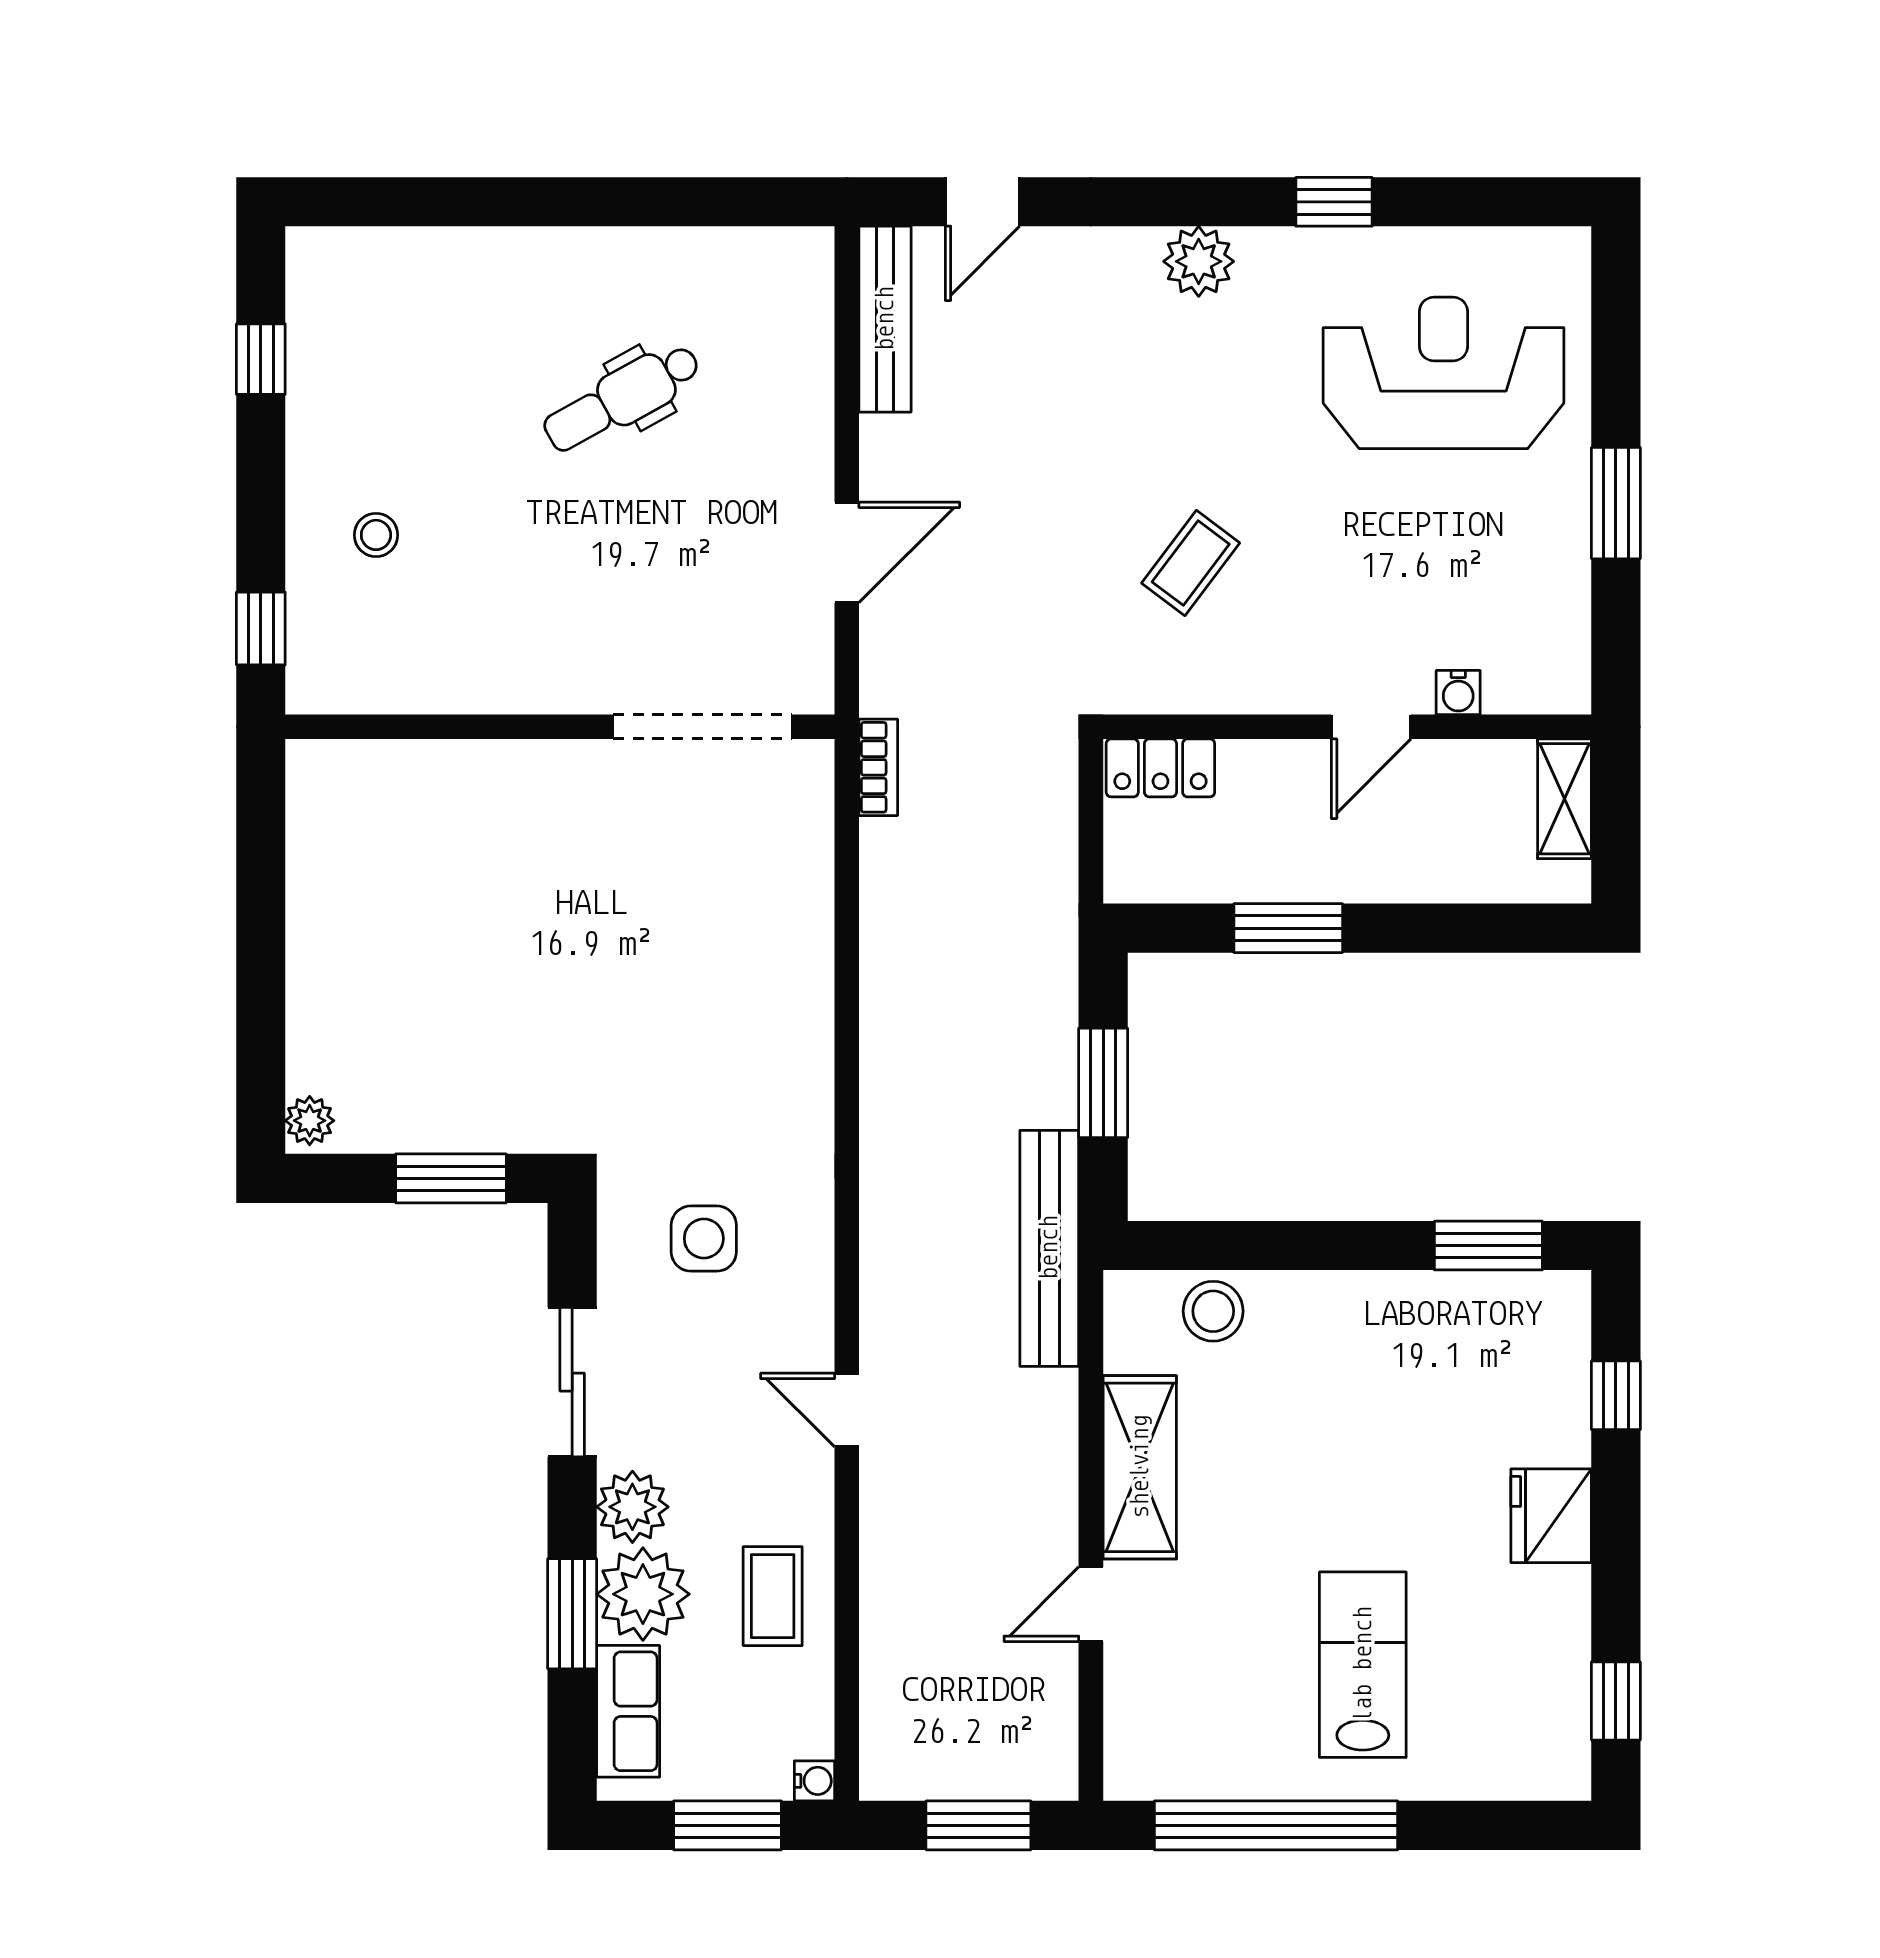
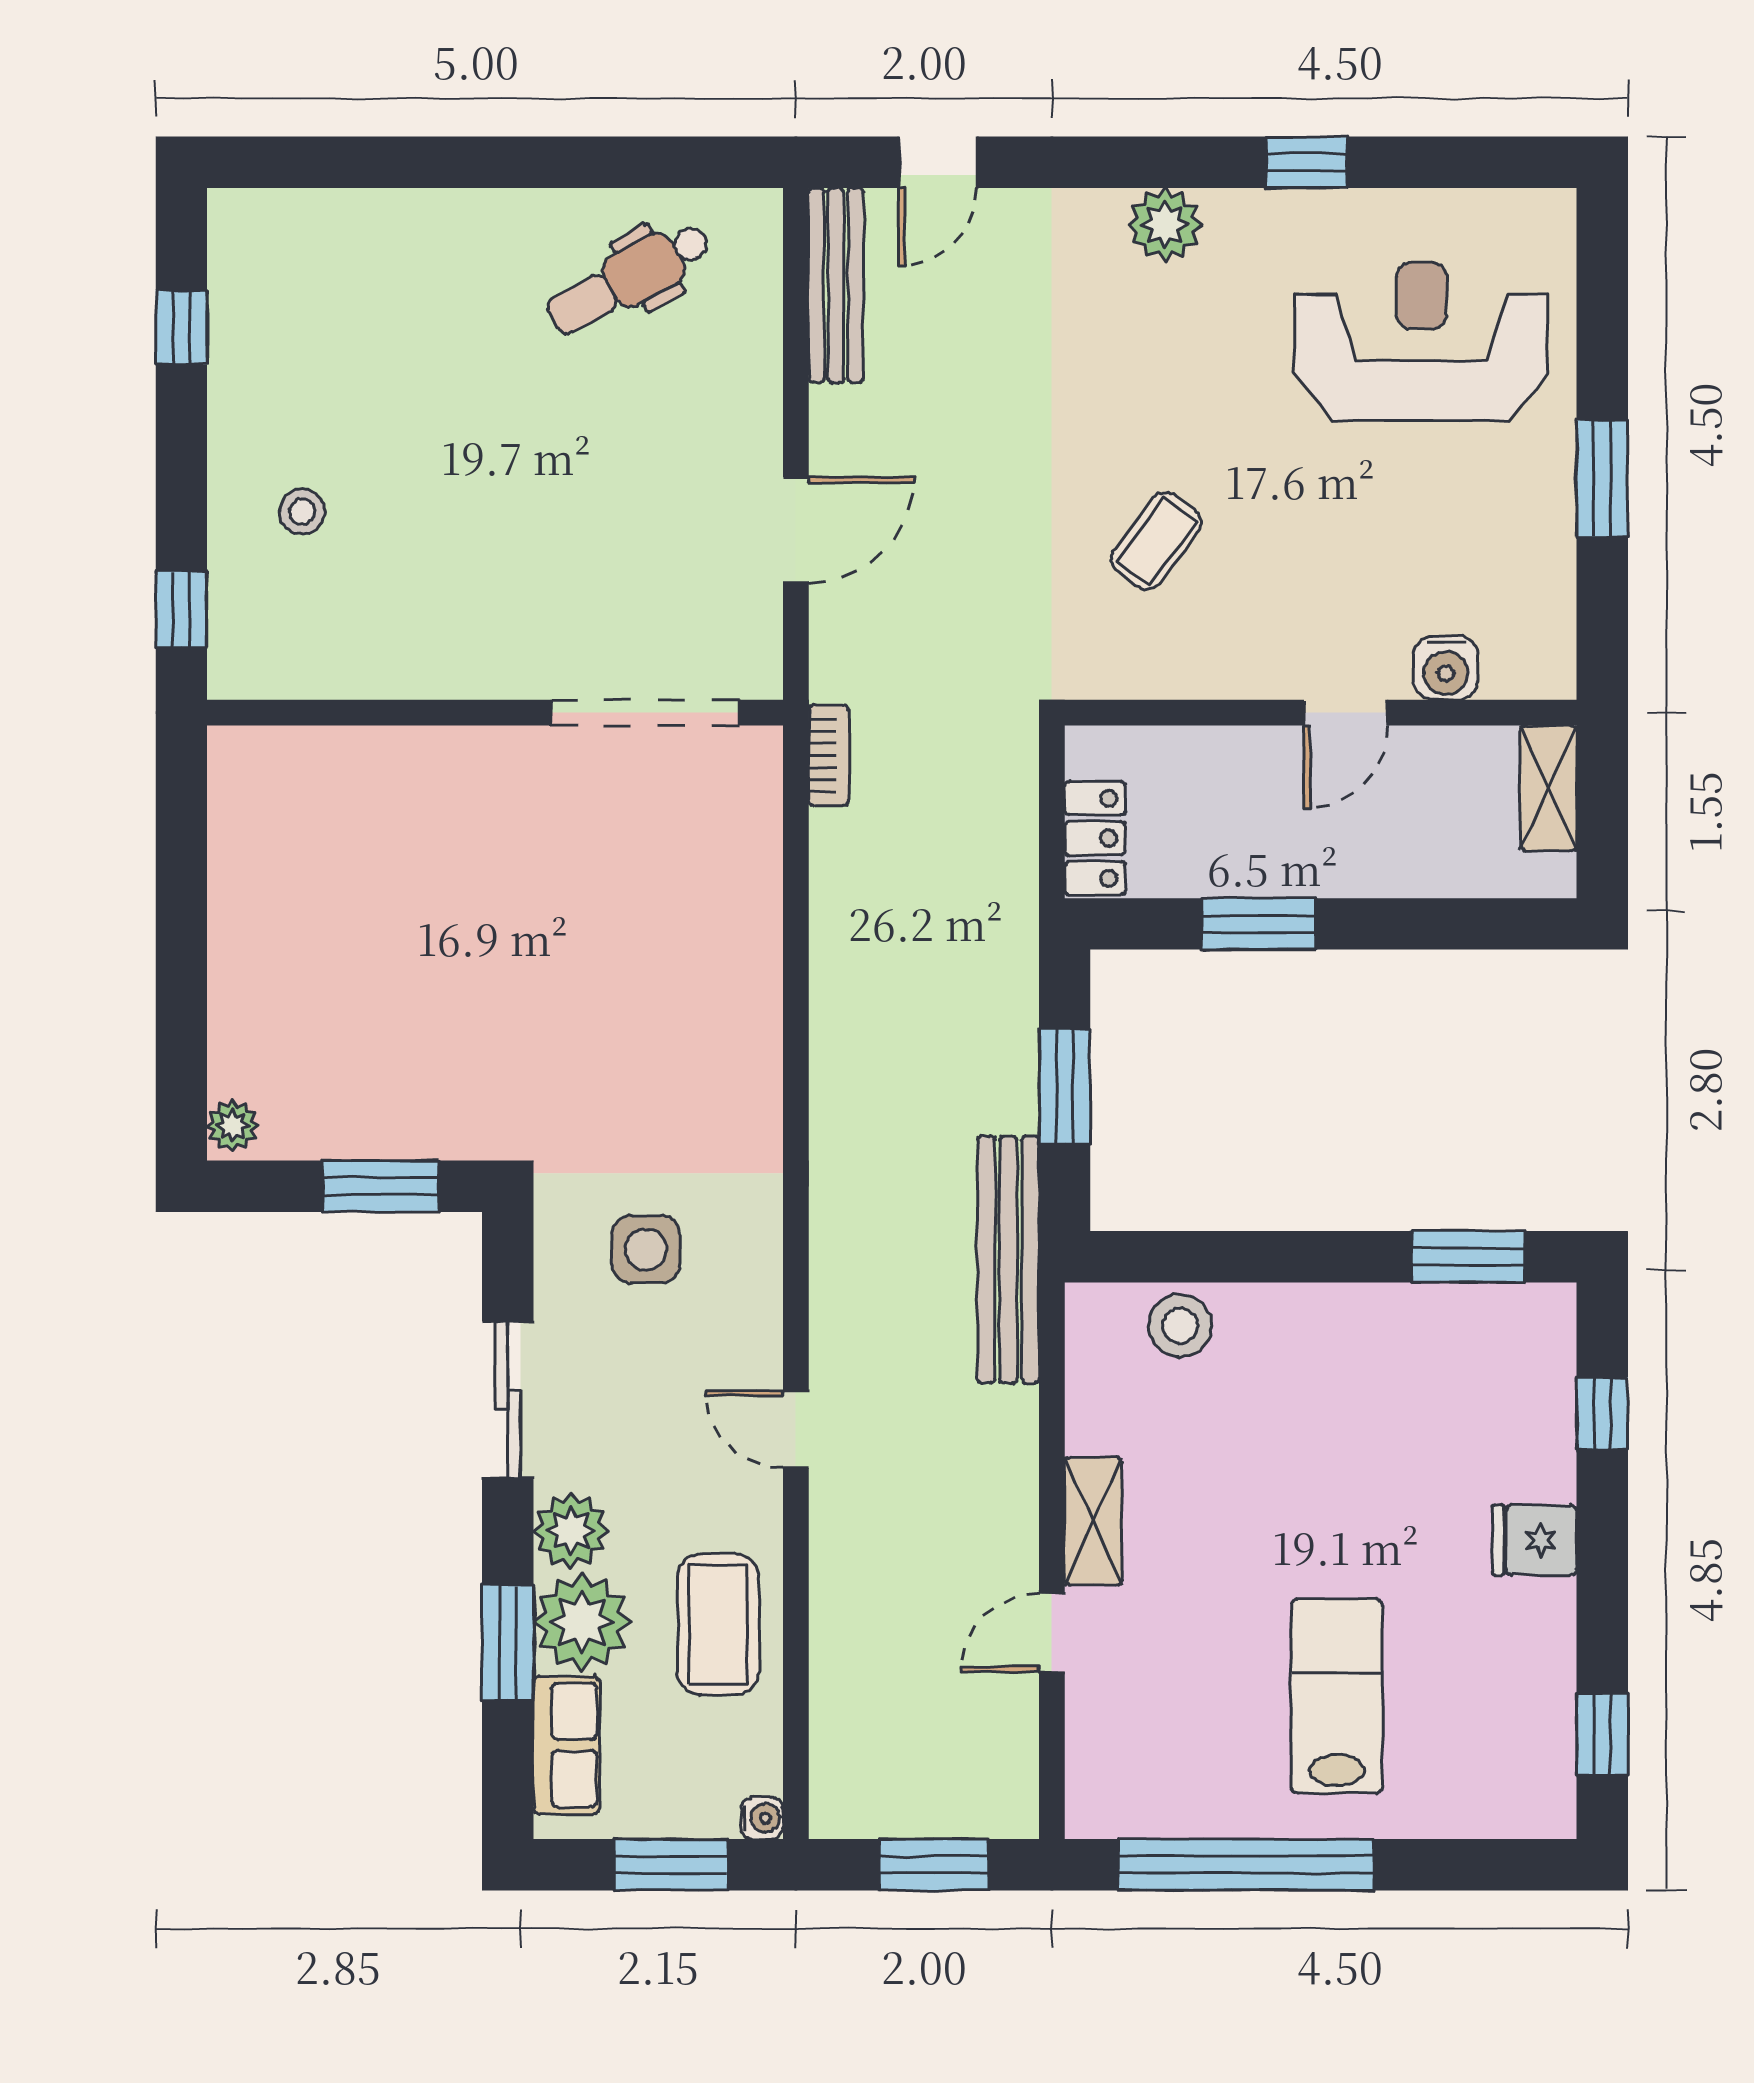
dental chair: (622, 398) -> (629, 278), moved
water cooler: (1458, 693) -> (1446, 668), width x1.38, depth x1.38
locker: (1160, 768) -> (1095, 838), moved, turned -90
shelving: (1140, 1467) -> (1093, 1521), width x0.67, depth x0.75
fridge: (1551, 1516) -> (1534, 1540), width x0.72
coffee table: (773, 1596) -> (718, 1624), width x1.36, depth x1.30

